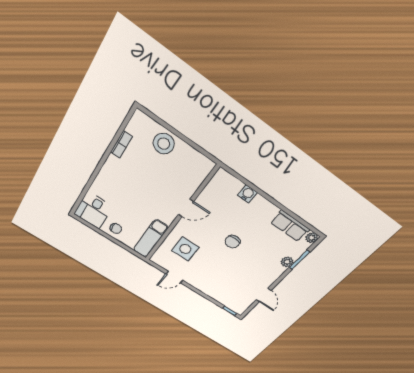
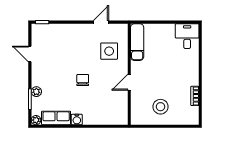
stool: (164, 144) -> (160, 107), moved
water cooler: (247, 194) -> (77, 119), moved
chair: (116, 228) -> (165, 33), removed

